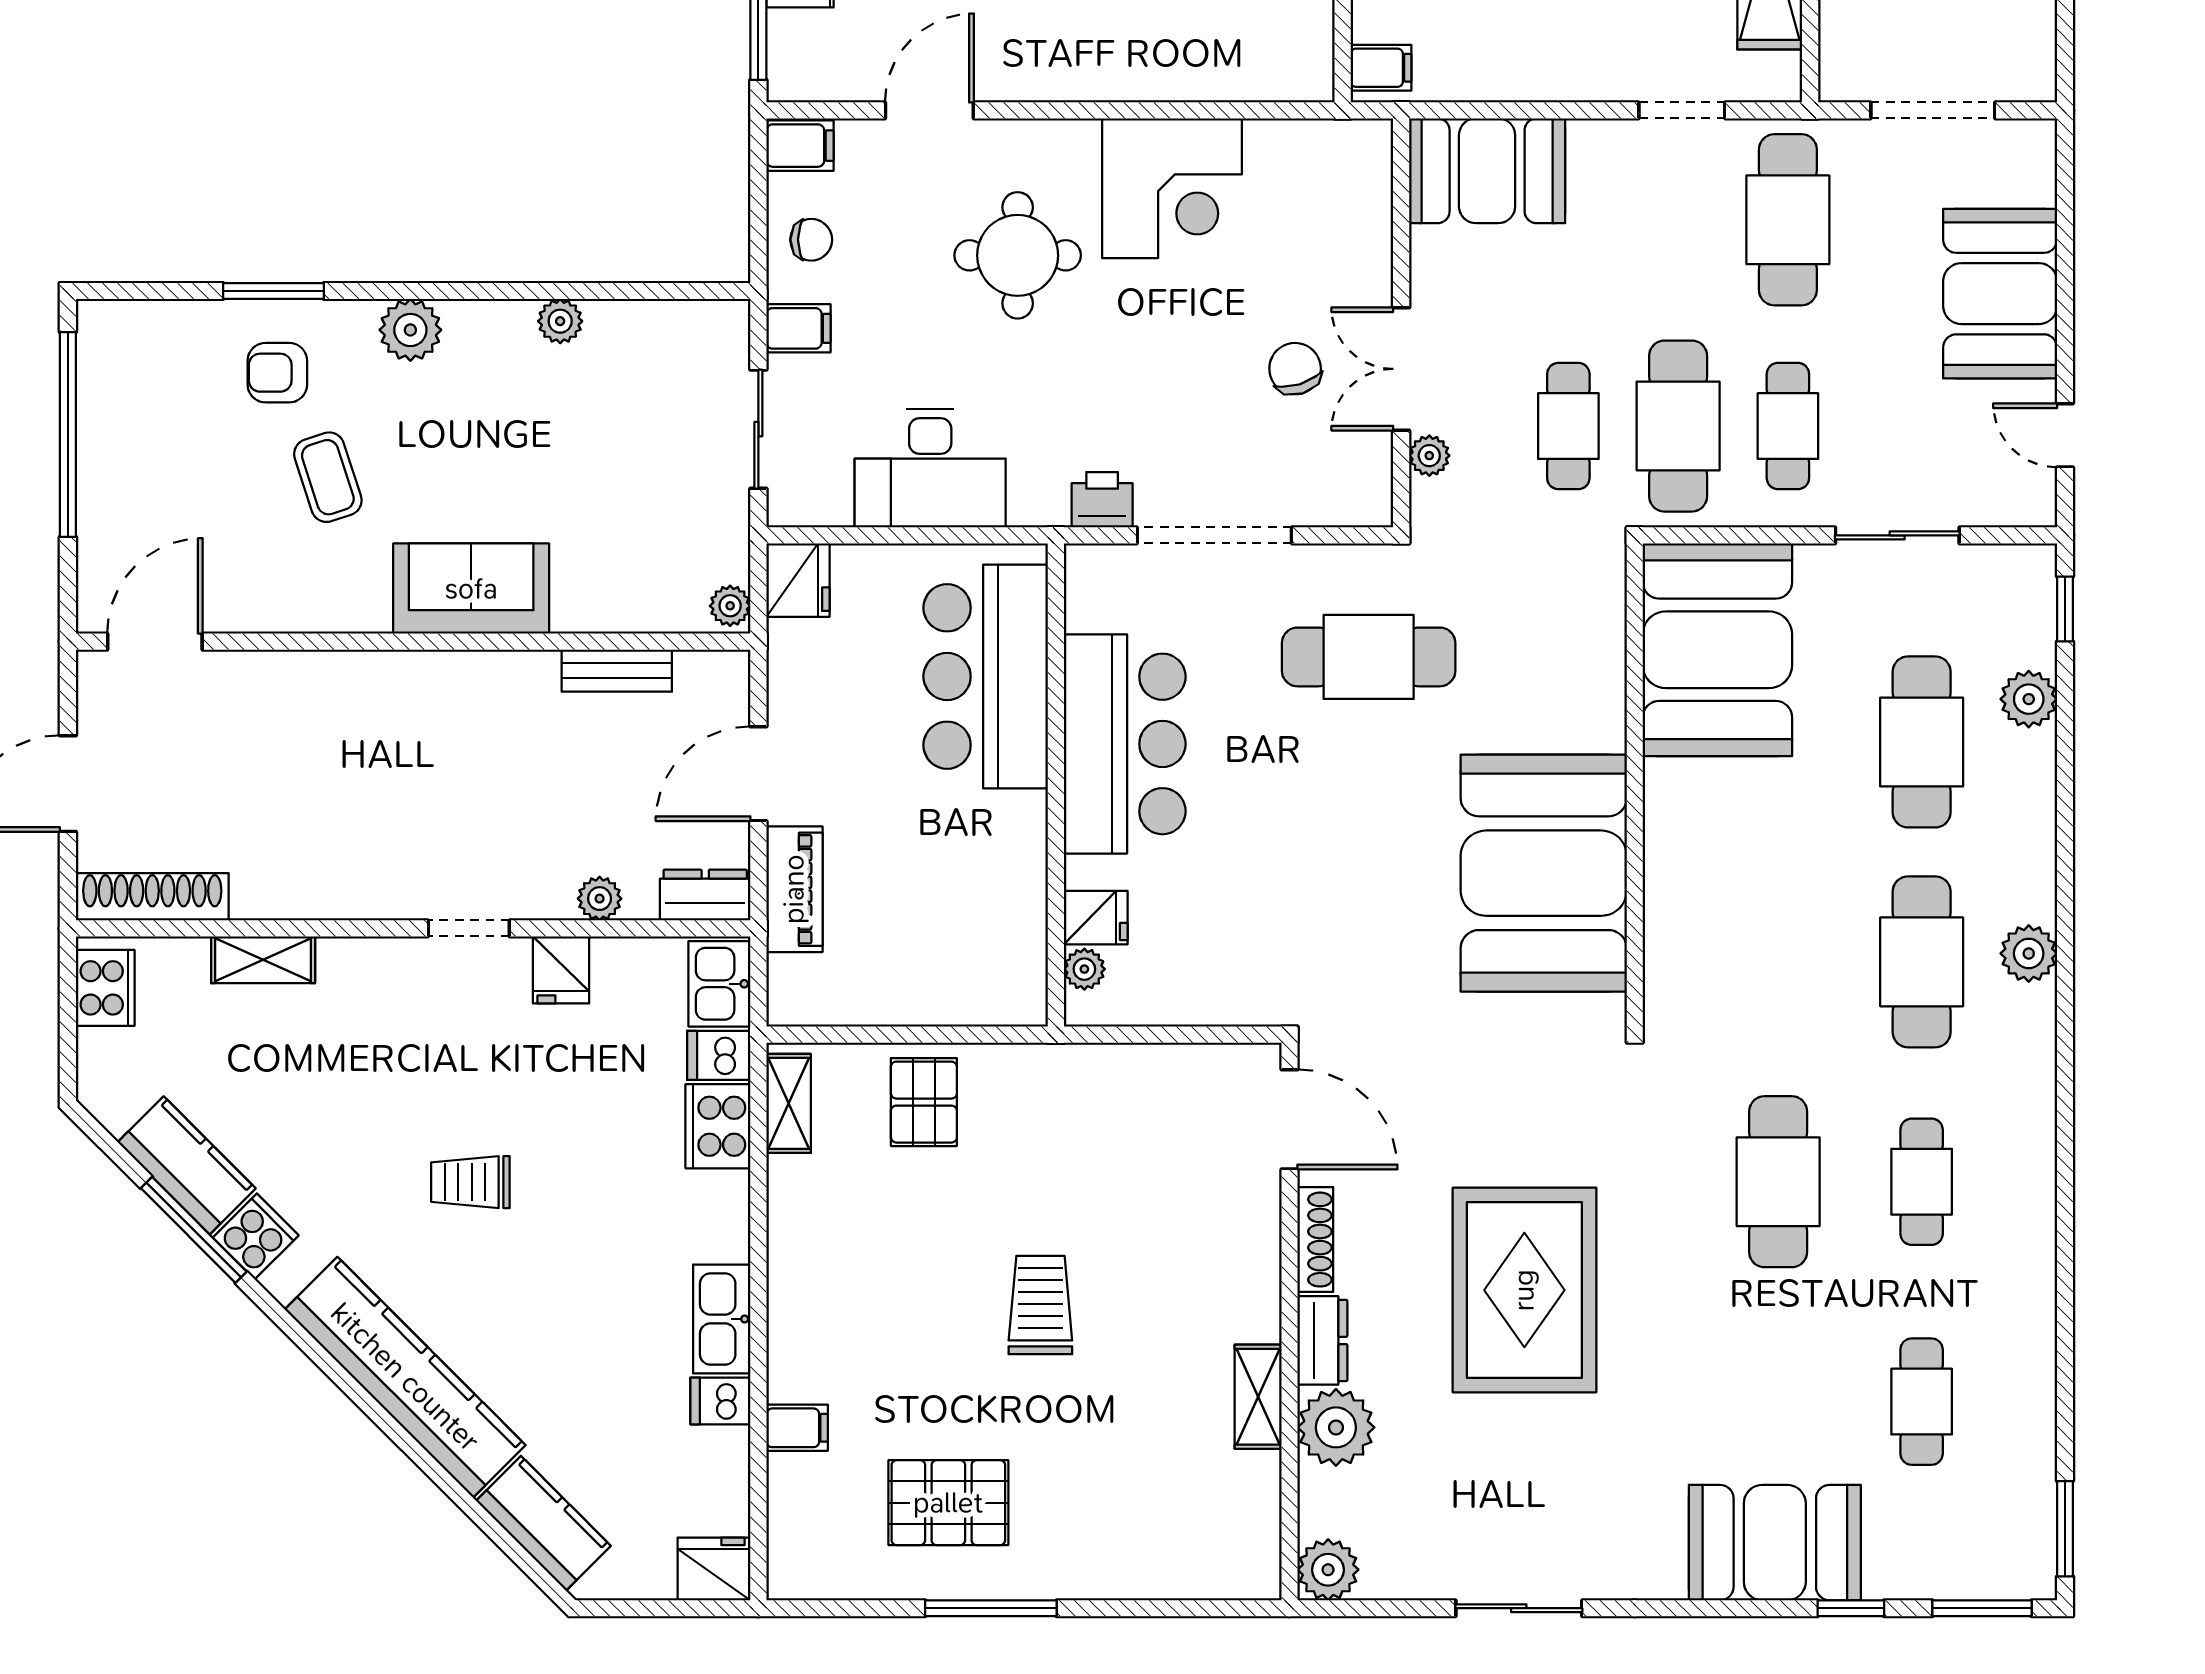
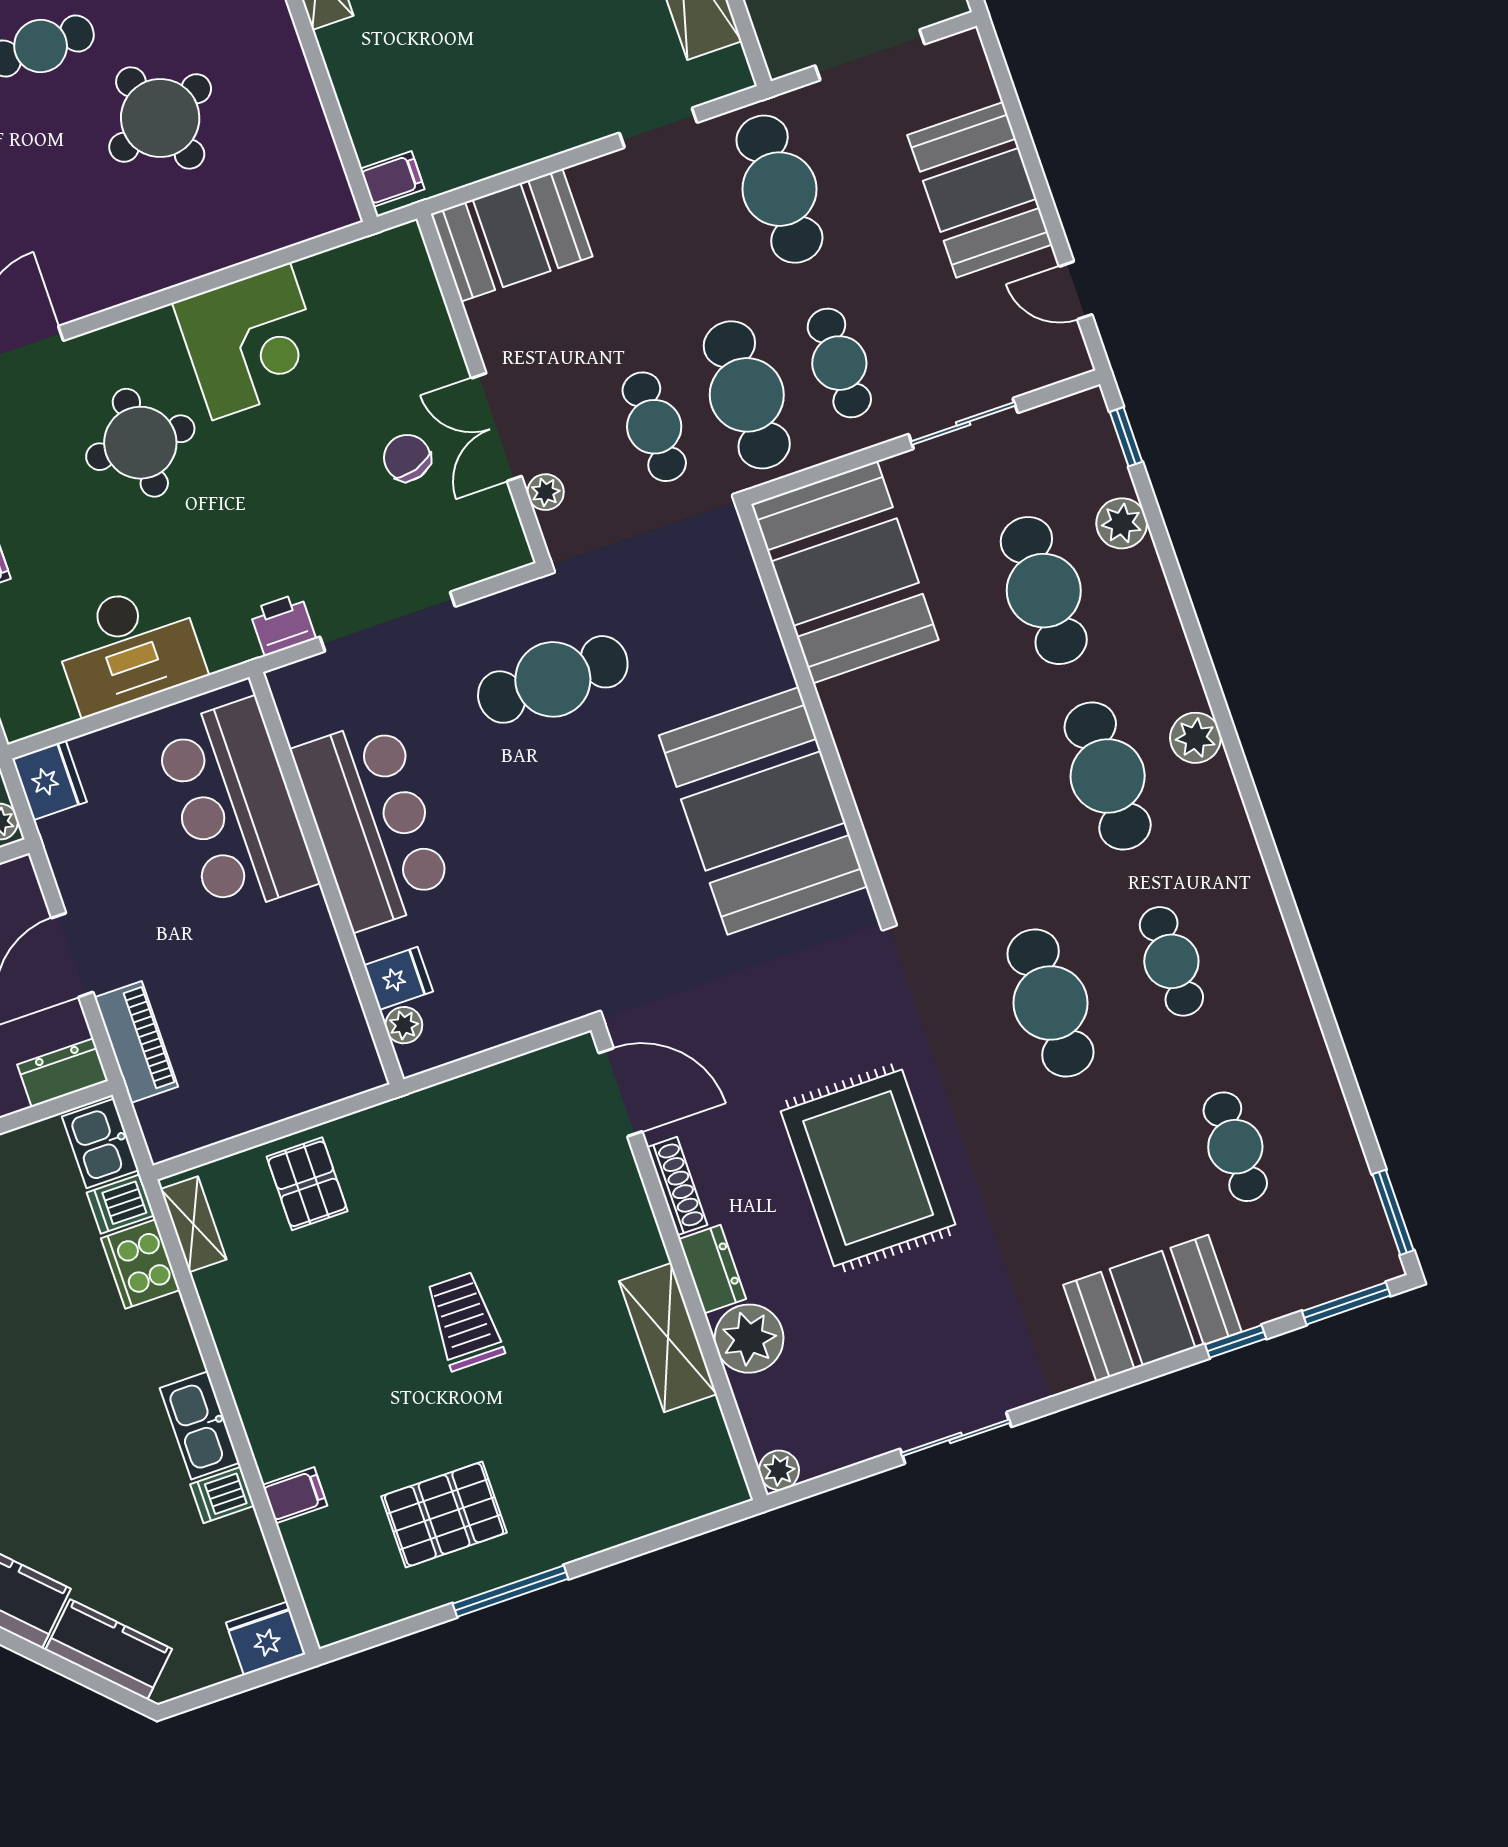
shelving: (1258, 1397) -> (668, 1338), width x1.50, depth x1.33
plant: (1328, 1570) -> (779, 1470), width x0.73, depth x0.73

